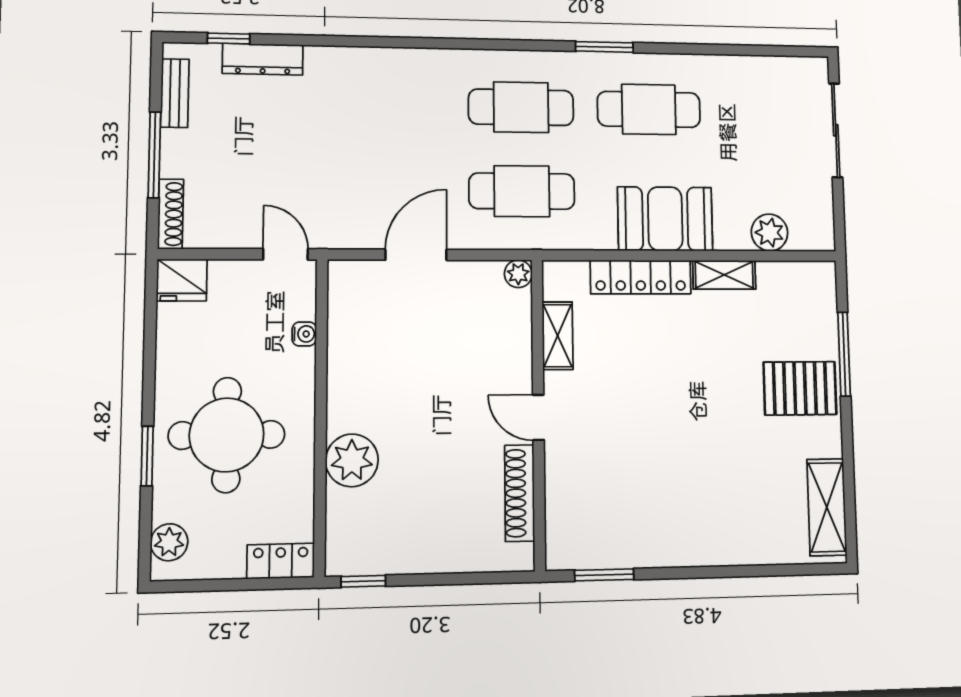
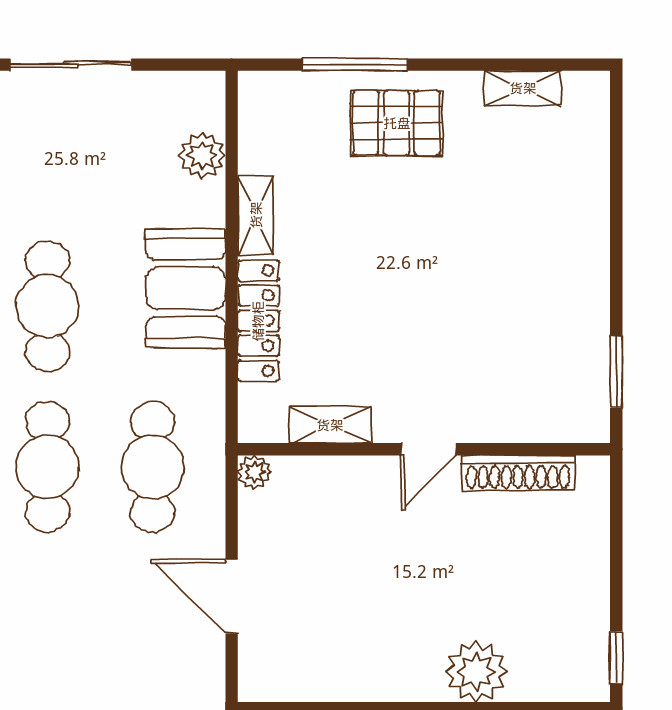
pallet: (800, 388) -> (397, 123), turned 90
shelving: (827, 507) -> (523, 88), width x0.67, depth x0.75

